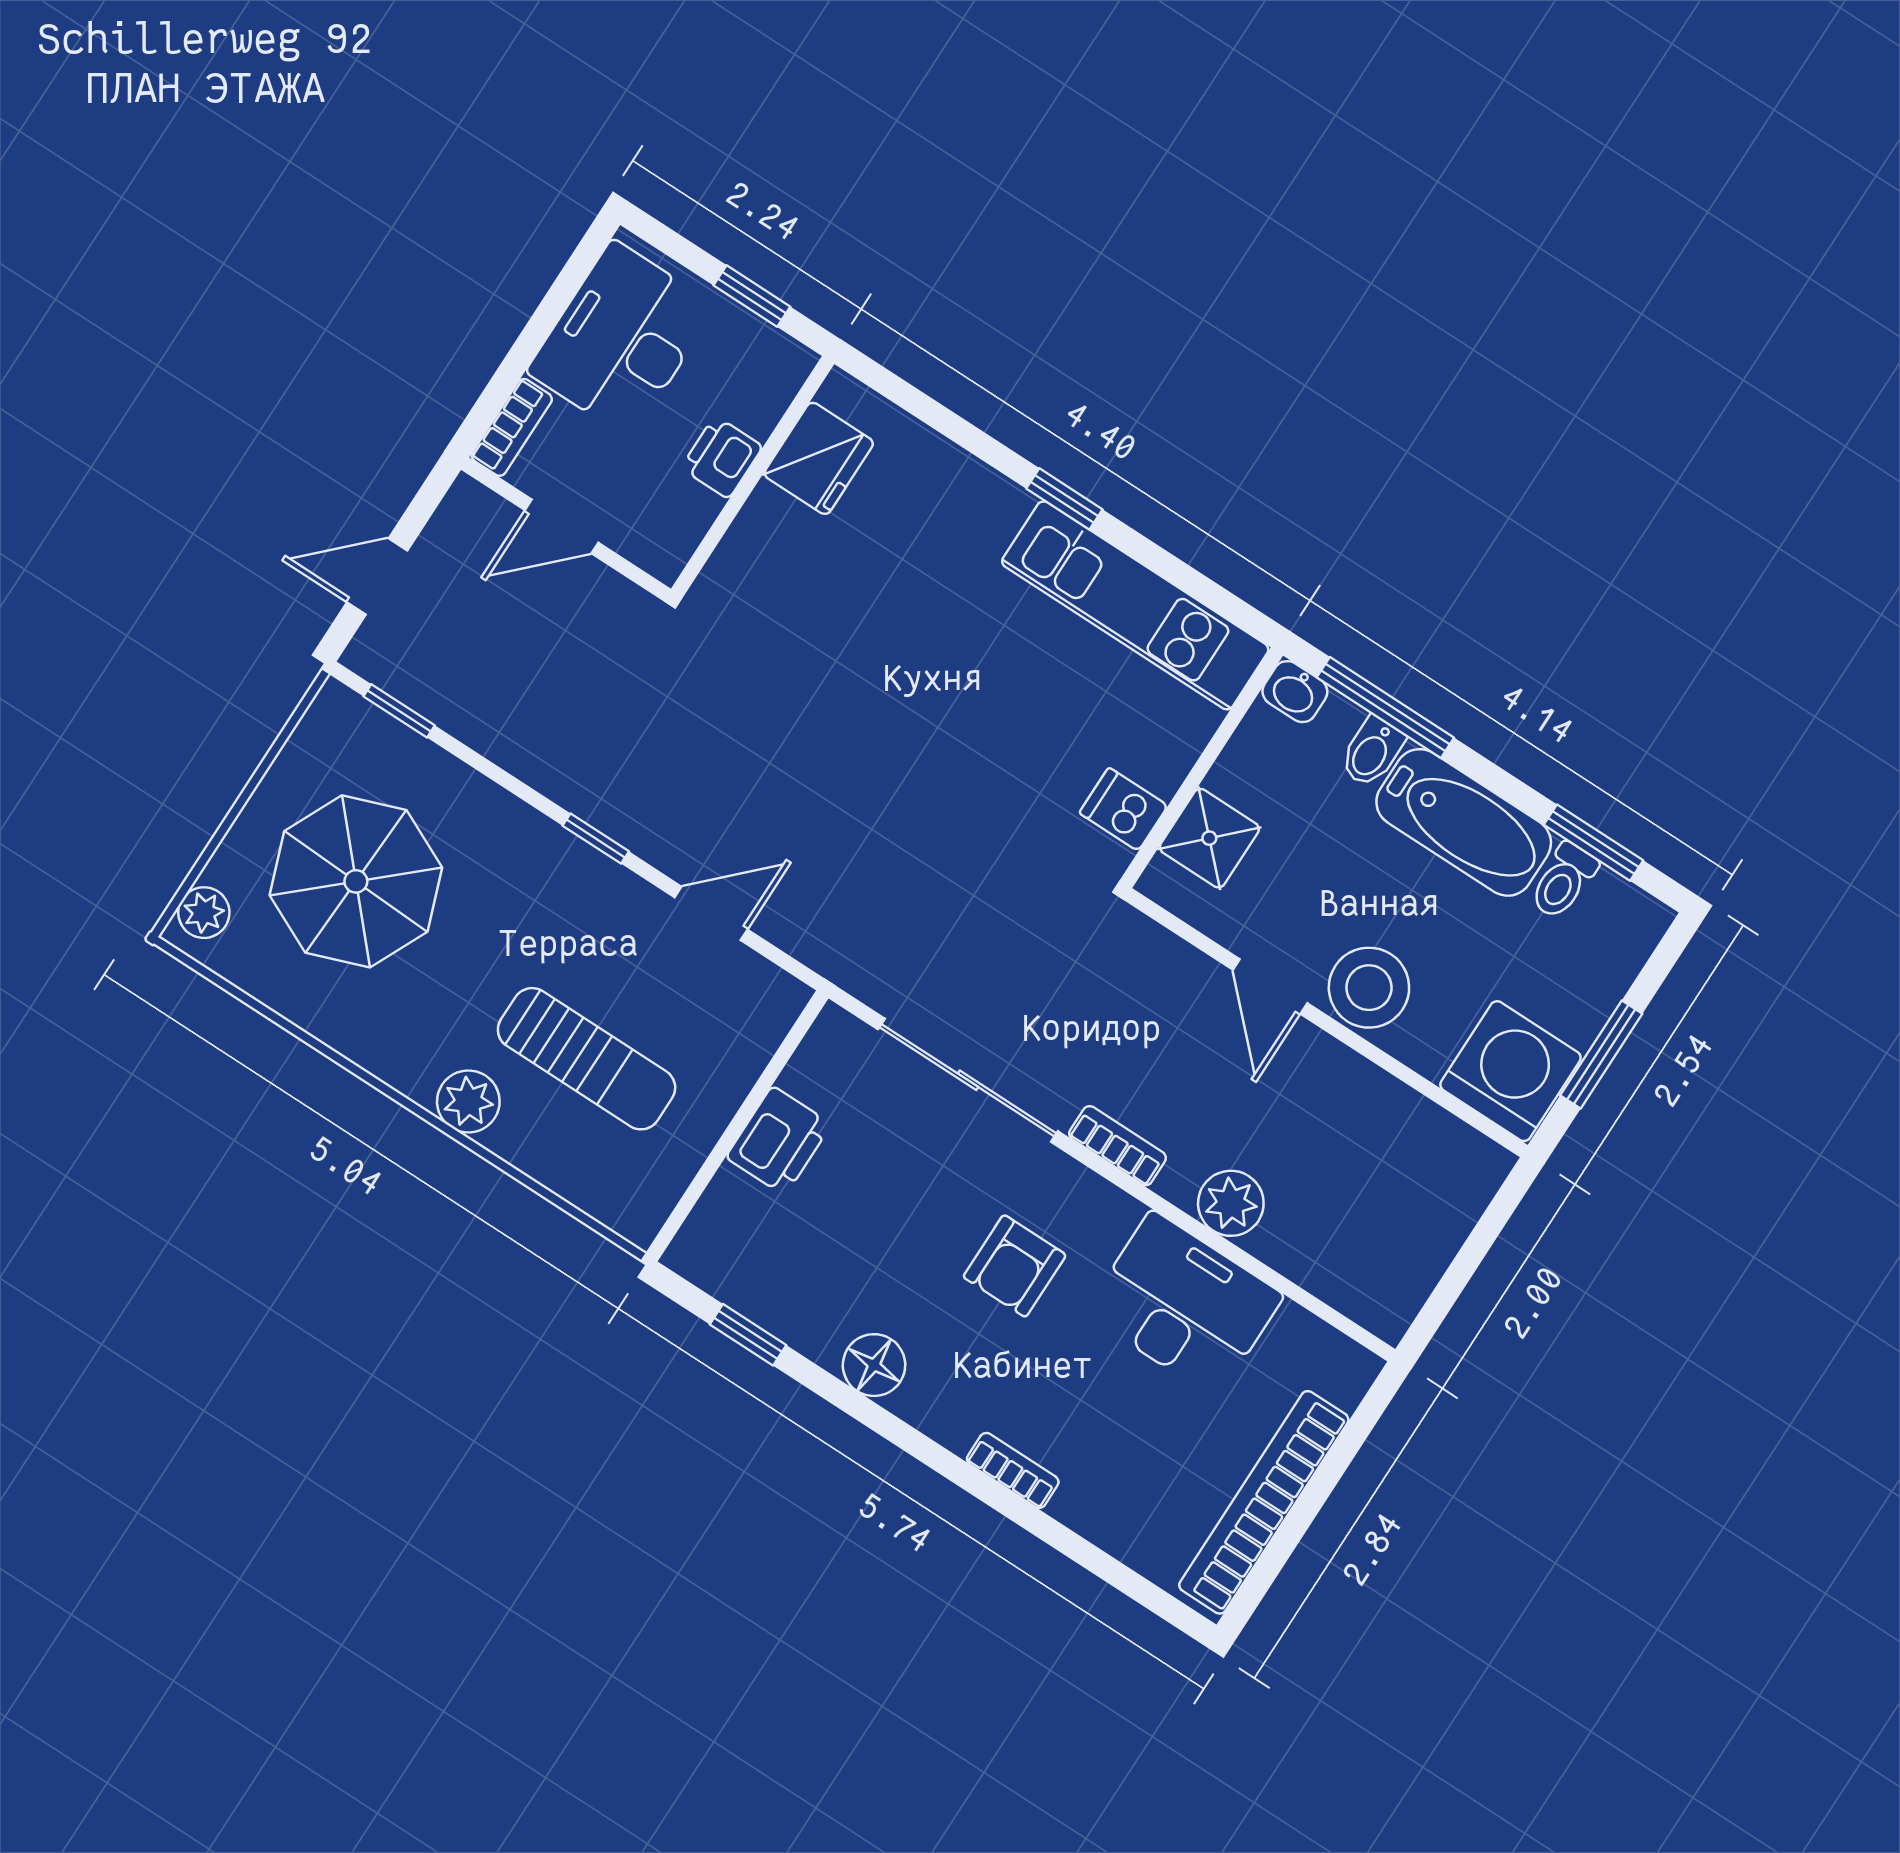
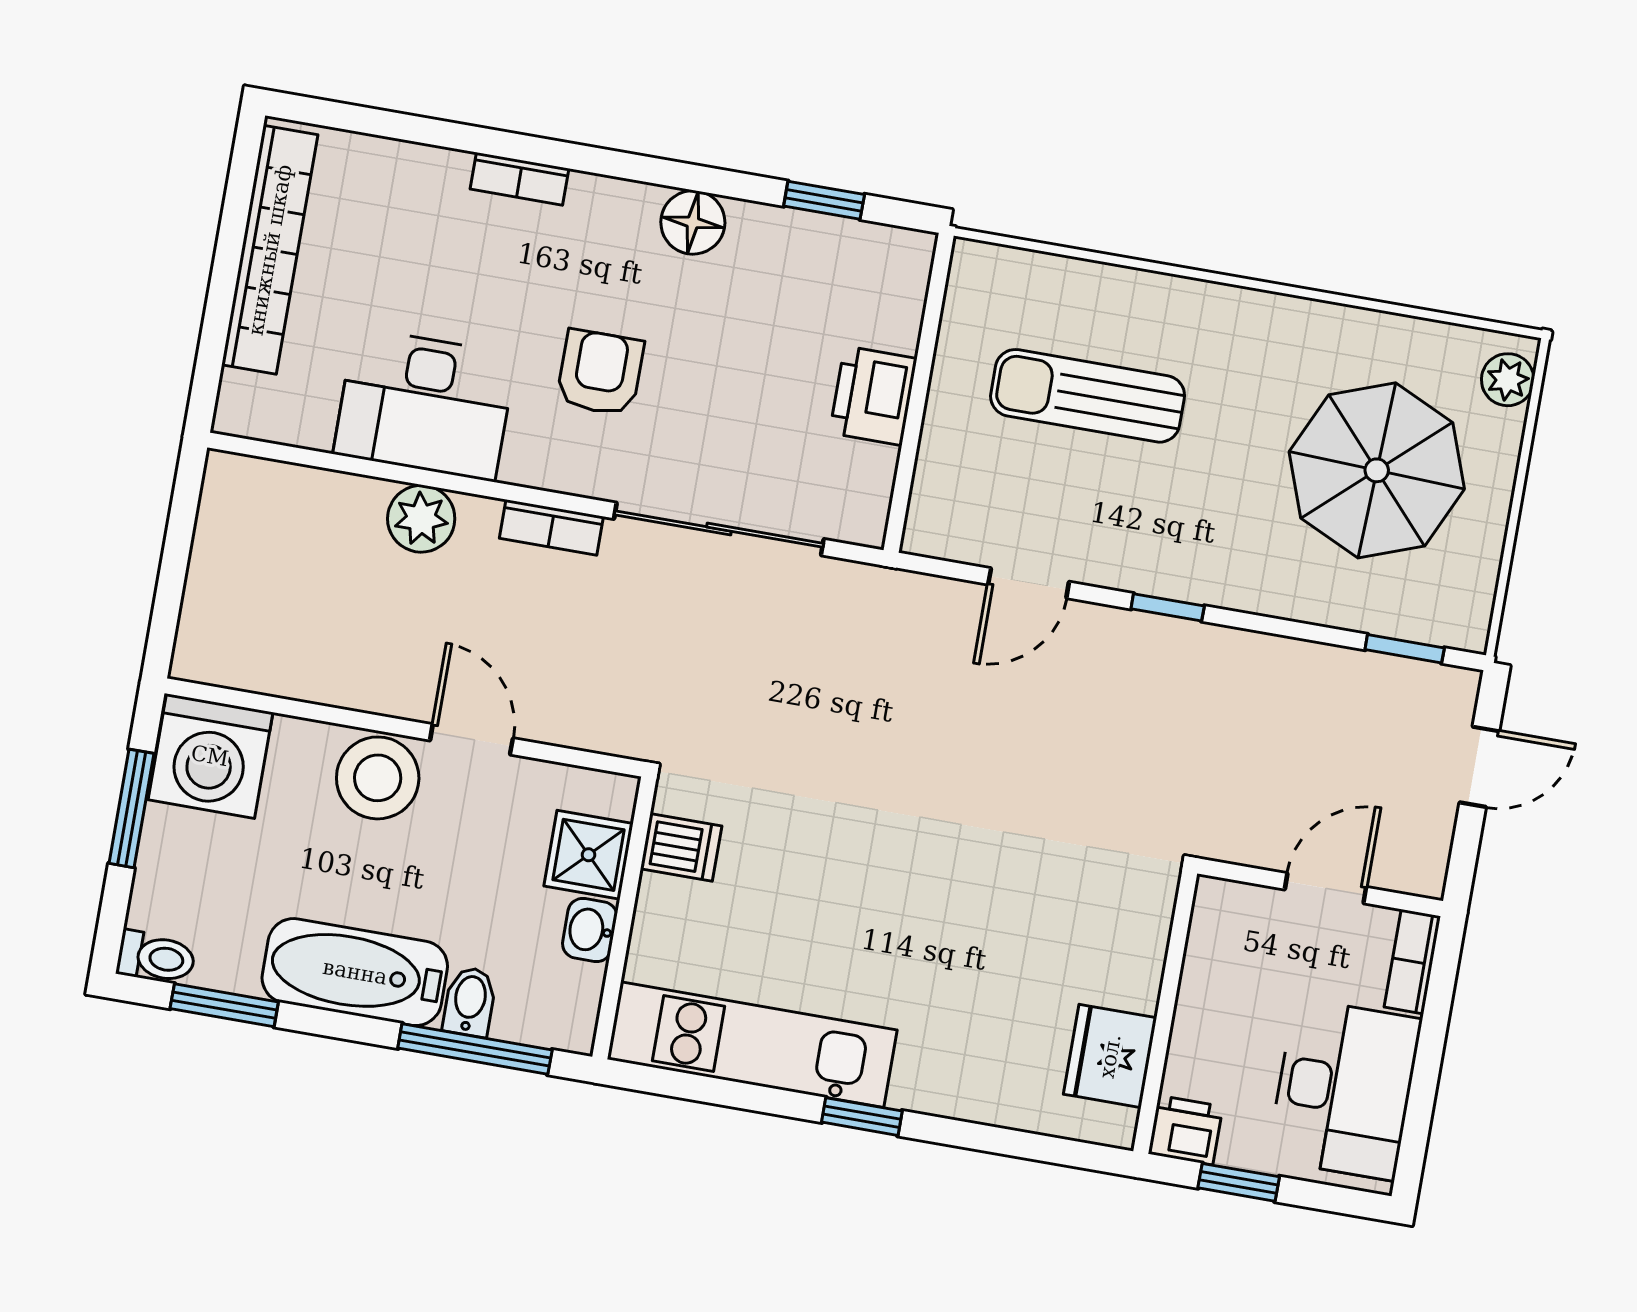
printer: (722, 457) -> (1186, 1130), moved, turned -90
washbasin: (1295, 692) -> (590, 930), moved, turned -90
toilet: (1563, 881) -> (156, 957), moved, turned 90
plant: (468, 1102) -> (1182, 308), removed

